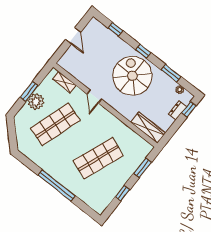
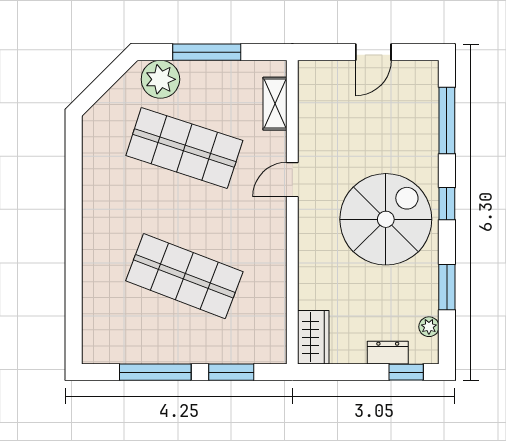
window: (115, 29) -> (447, 120), width x2.17
window: (29, 92) -> (207, 52), width x1.44
plant: (36, 102) -> (160, 79), moved
wardrobe: (148, 128) -> (313, 337), width x0.67
window: (57, 185) -> (74, 239), removed
window: (123, 193) -> (155, 372), width x2.17

